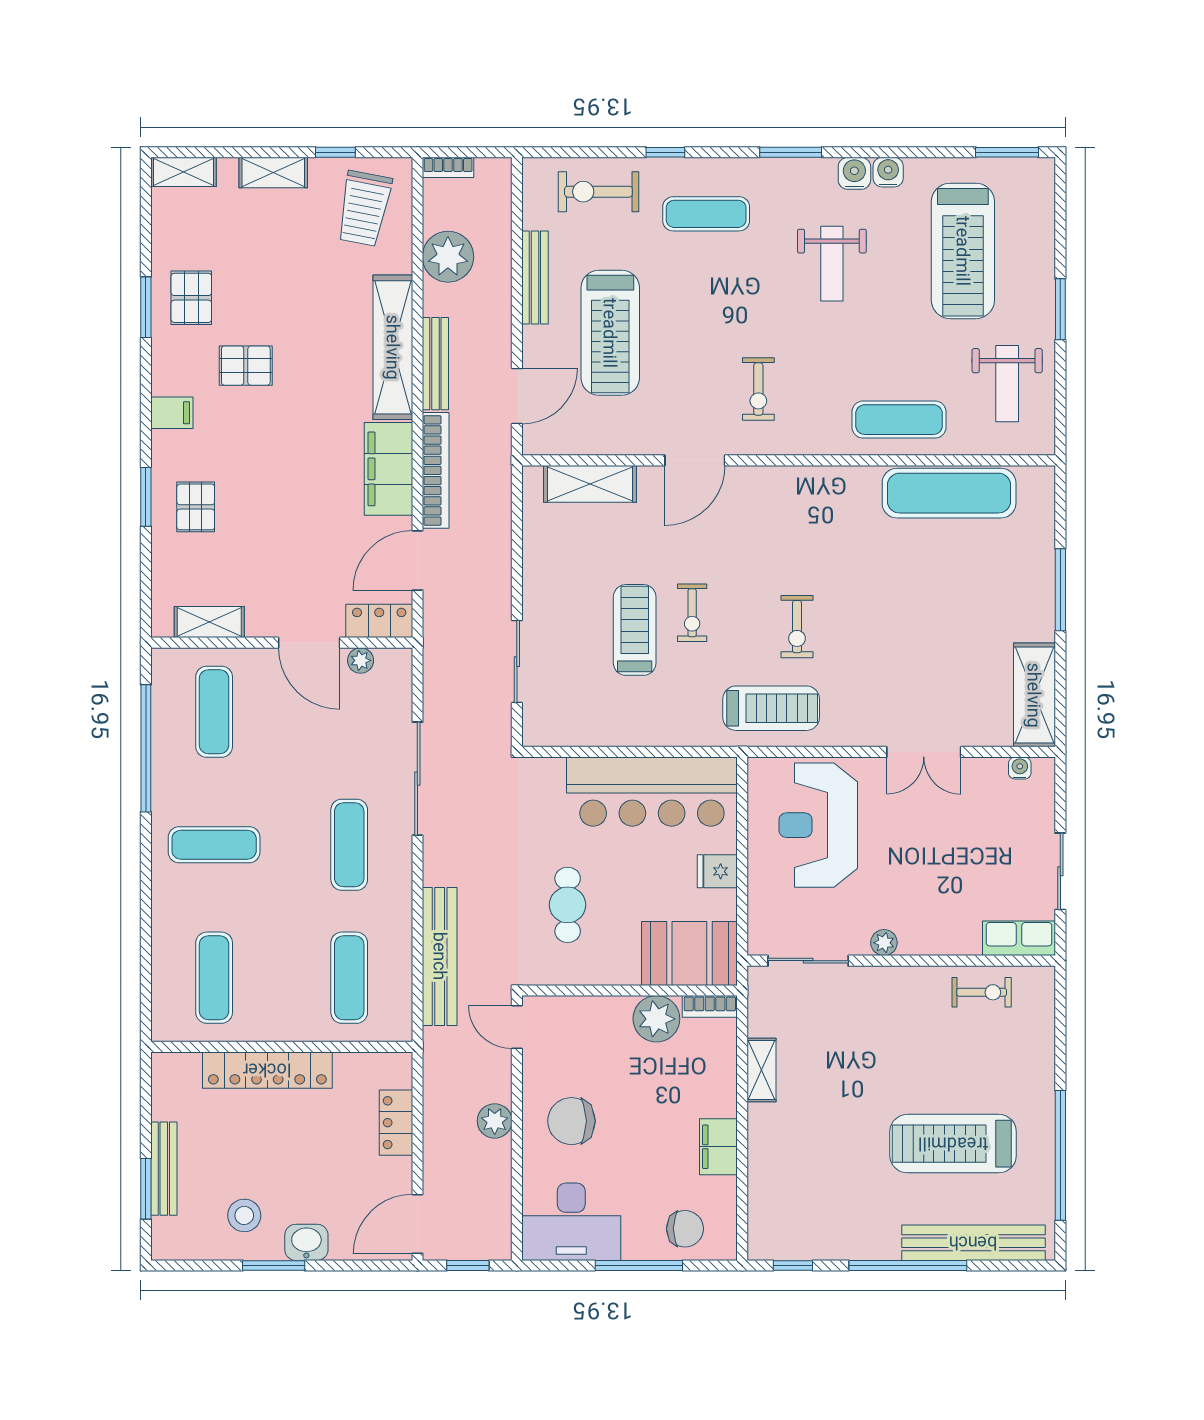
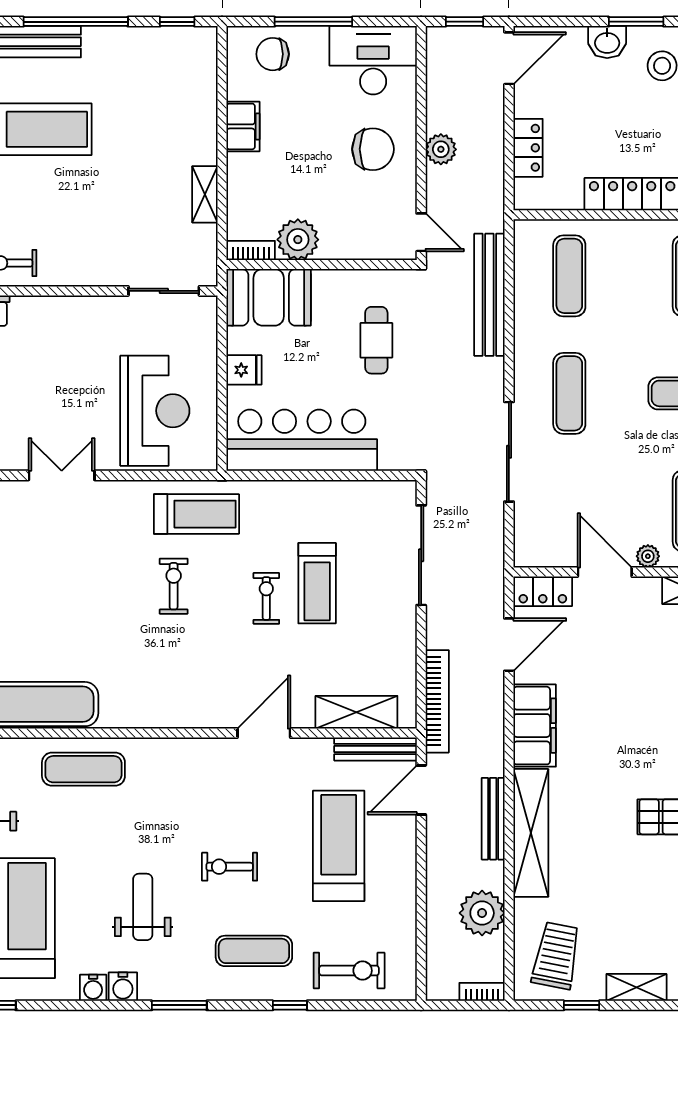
bench: (535, 278) -> (375, 749), moved, turned 90
exercise bike: (758, 389) -> (230, 867), moved, turned -90
bookcase: (436, 470) -> (437, 701), moved, turned 180
plant: (361, 660) -> (648, 556), moved
sliding door: (517, 662) -> (421, 555), width x1.37
treadmill: (771, 708) -> (196, 514), turned 180
plant: (884, 943) -> (97, 307), removed

